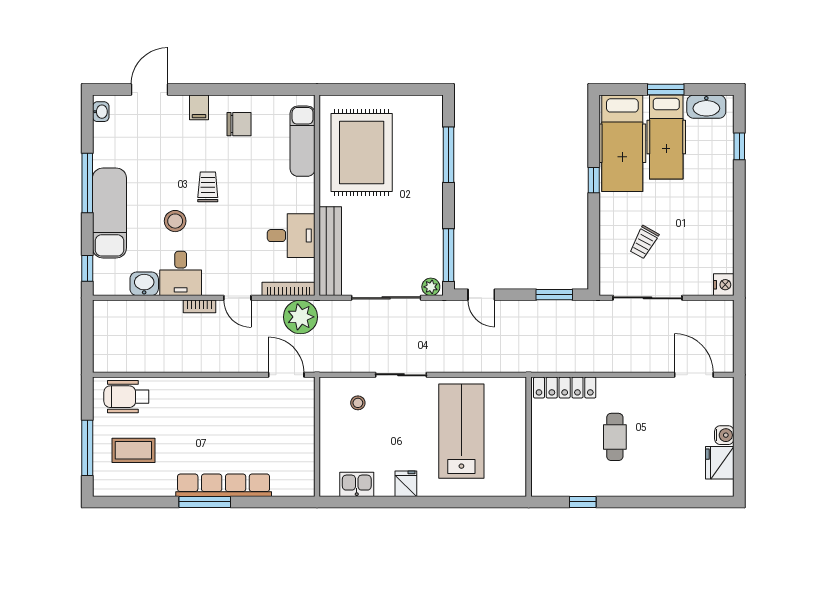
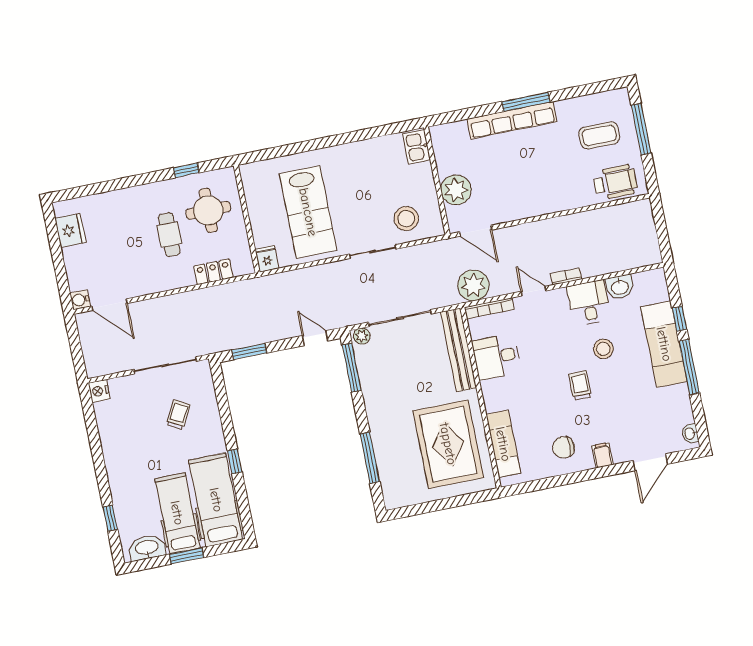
trolley: (208, 187) -> (580, 385), turned 180
window: (87, 268) -> (679, 319), moved
locker: (565, 388) -> (213, 272), width x0.66
stool: (358, 403) -> (406, 219), width x1.89, depth x1.89
plant: (298, 423) -> (456, 190), added
water cooler: (724, 435) -> (80, 300), moved
round table: (568, 454) -> (208, 210), added
kitchen sink: (357, 484) -> (416, 147), moved, turned 90
fridge: (406, 484) -> (267, 259), moved, turned 180

